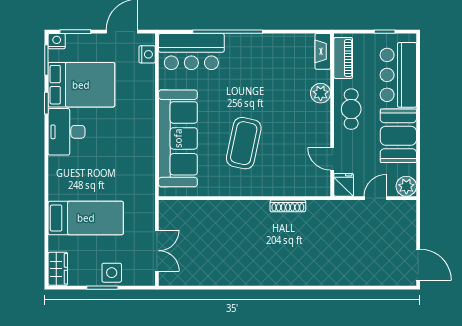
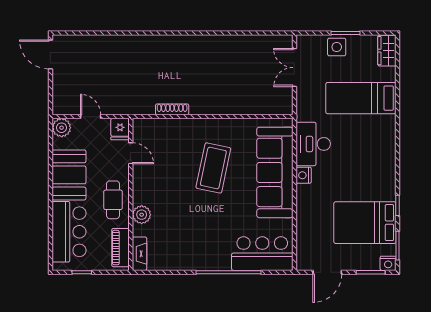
nightstand: (147, 54) -> (304, 175), moved
desk: (67, 132) -> (313, 144), moved, turned 180
door: (375, 198) -> (91, 117), swing flipped

